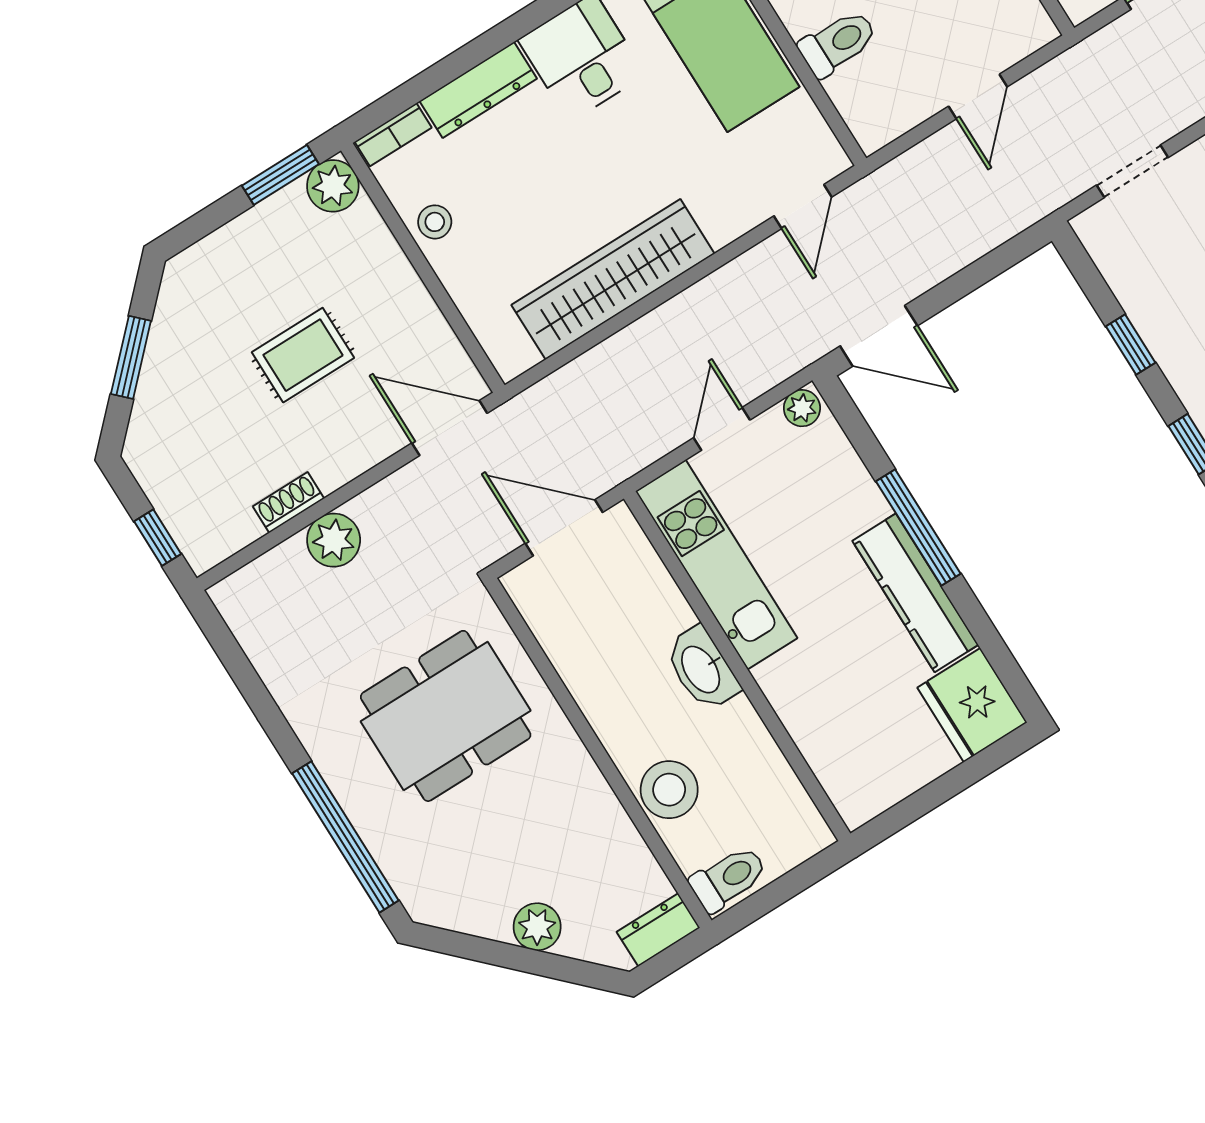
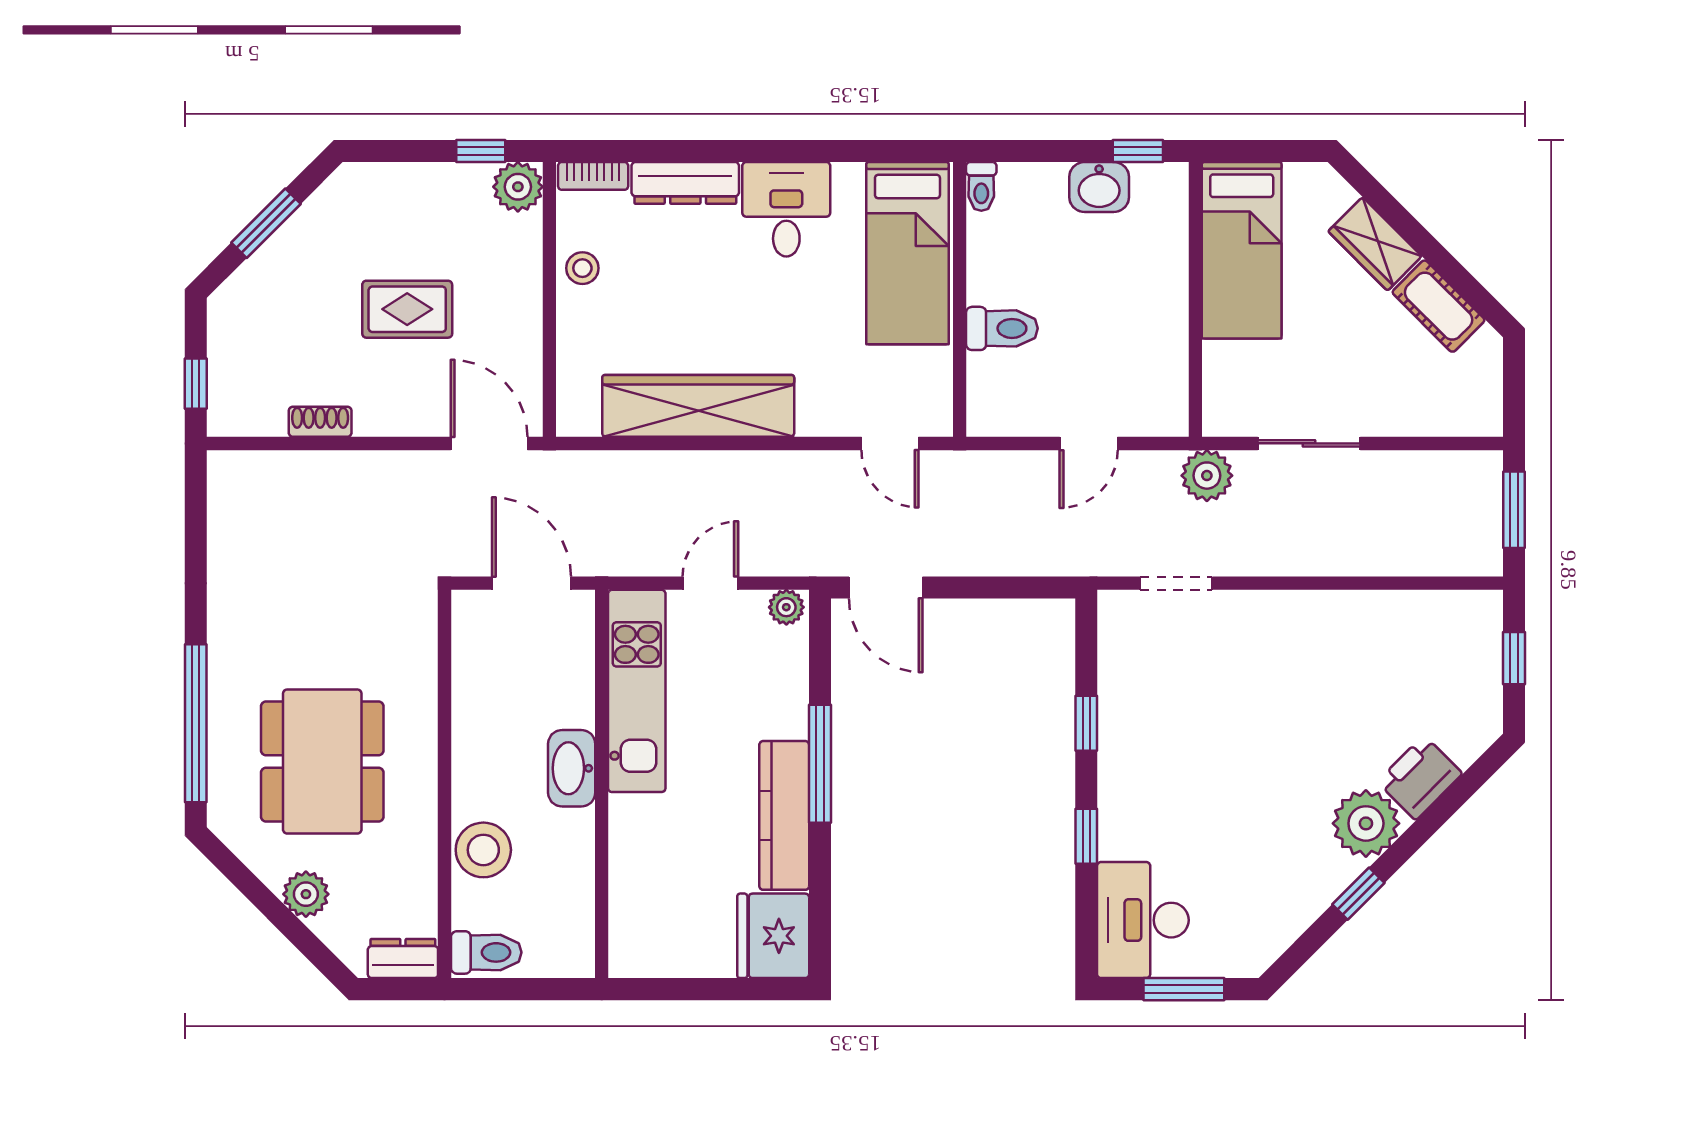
window: (280, 175) -> (481, 151), width x0.67
door: (803, 206) -> (890, 443), hinge flipped
plant: (334, 540) -> (1207, 476), moved
dining table: (446, 716) -> (322, 762), moved, turned 90

